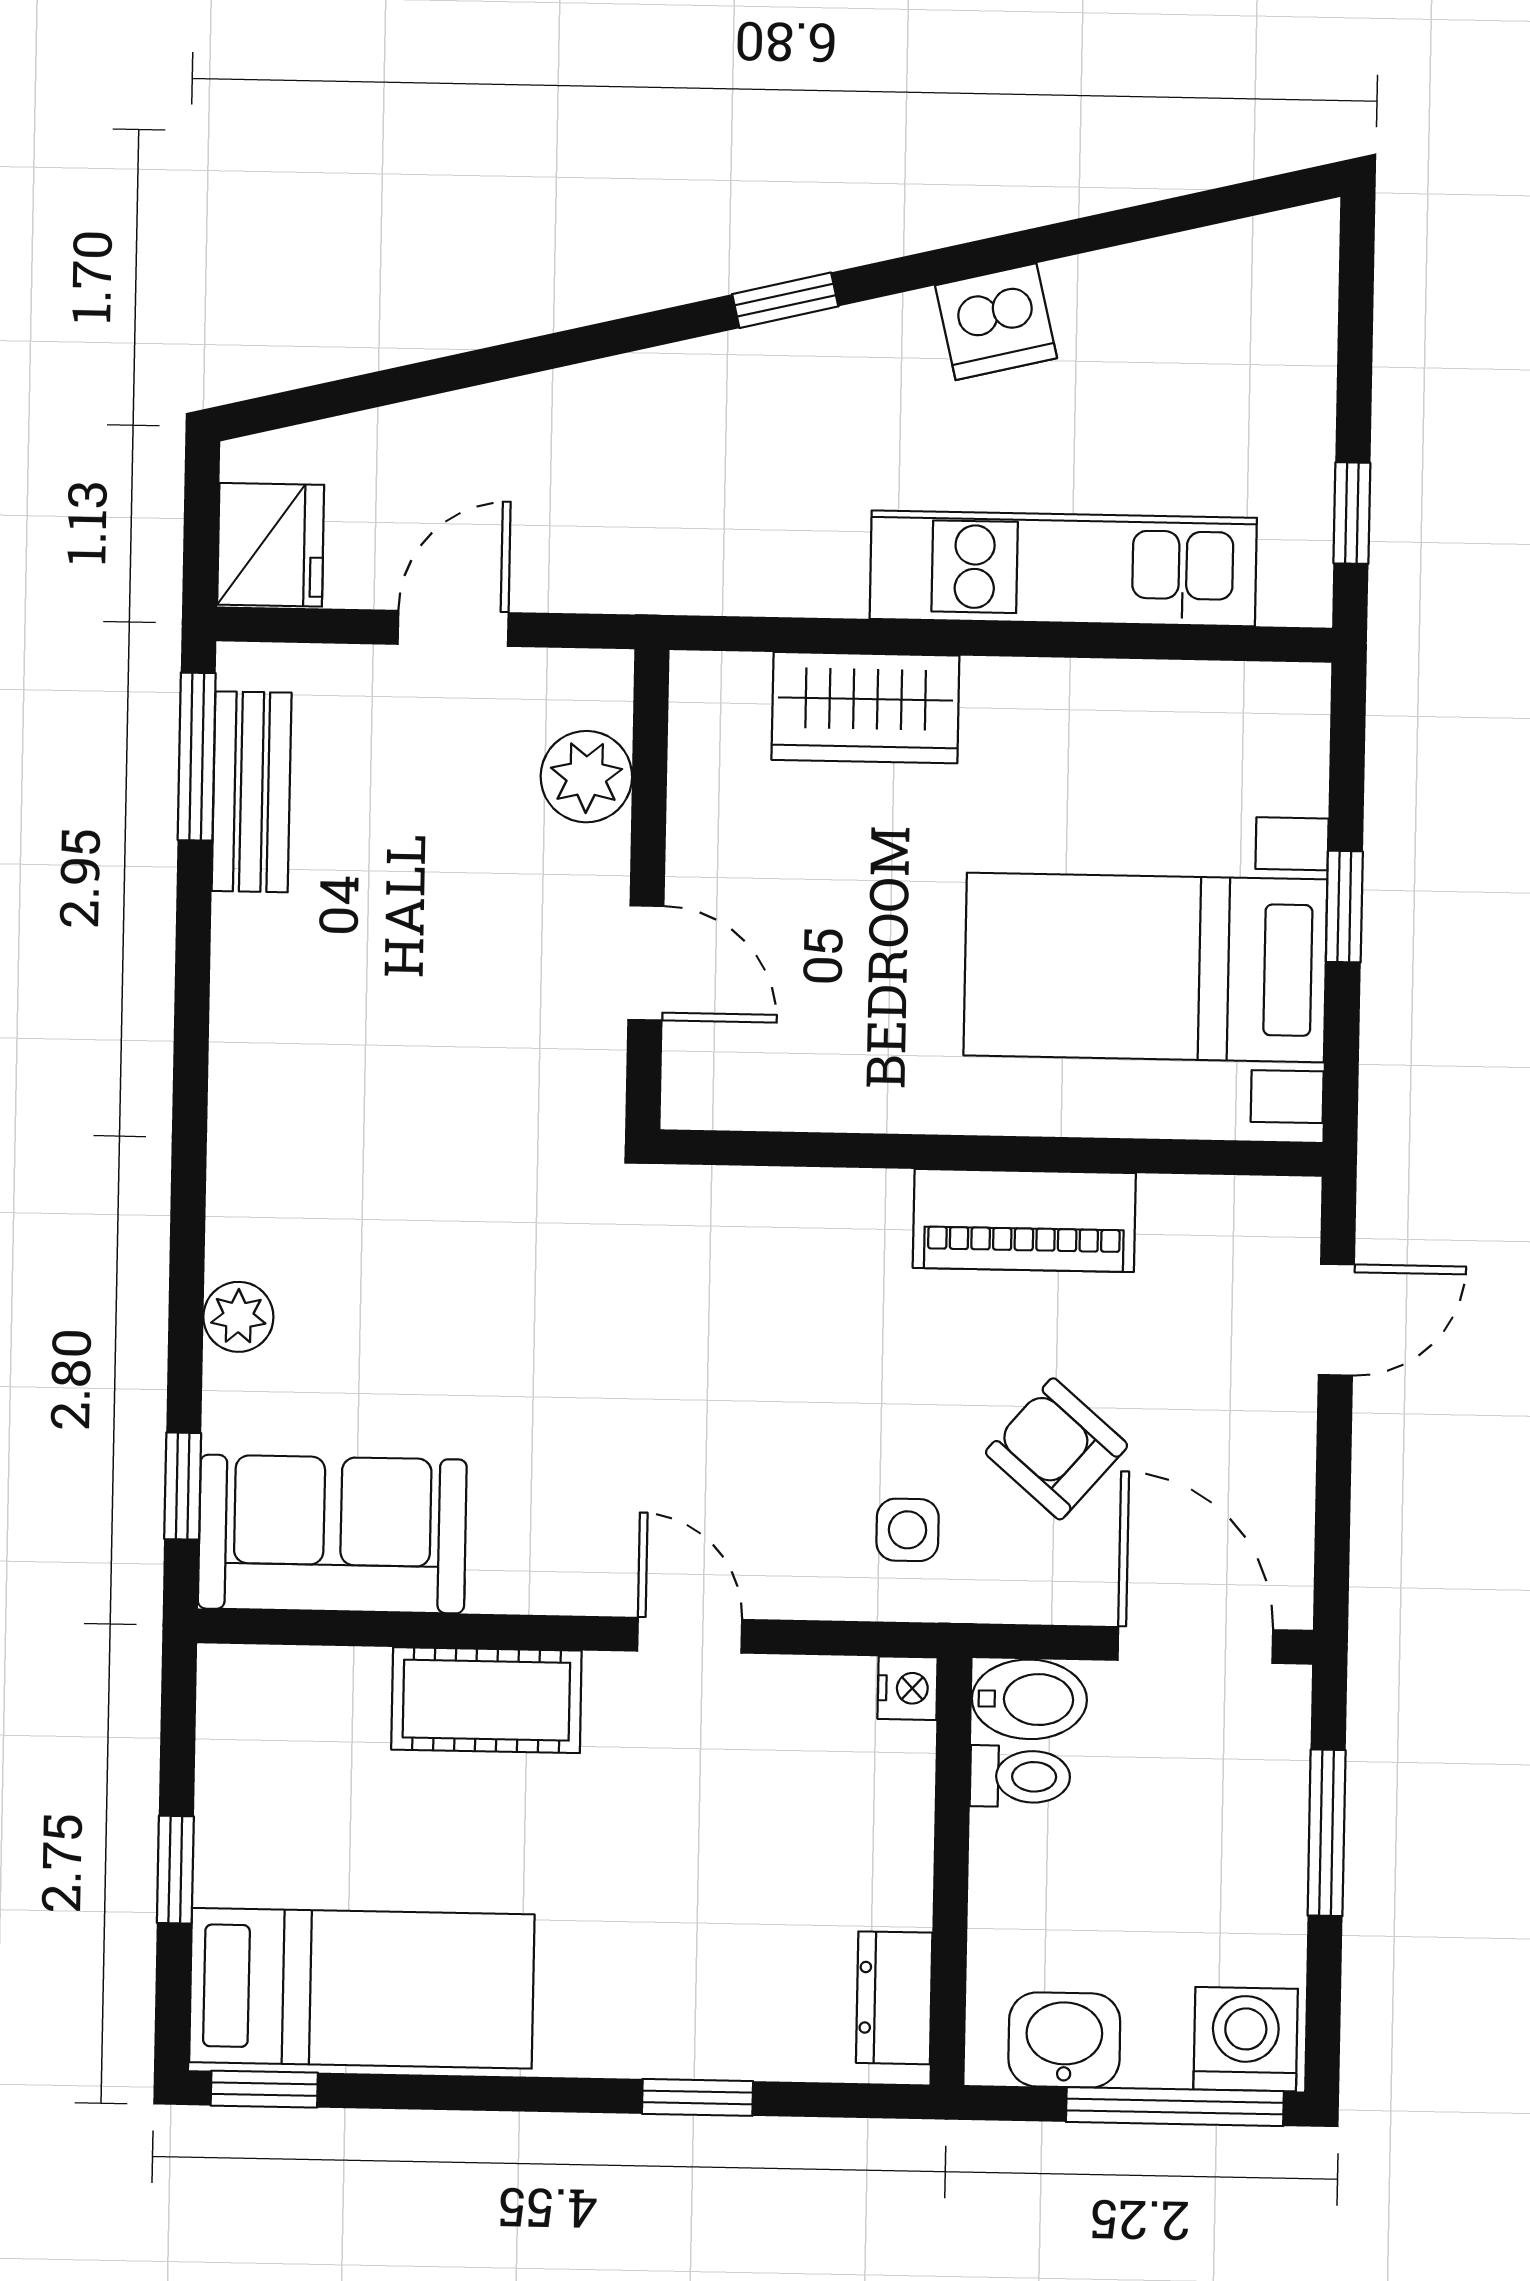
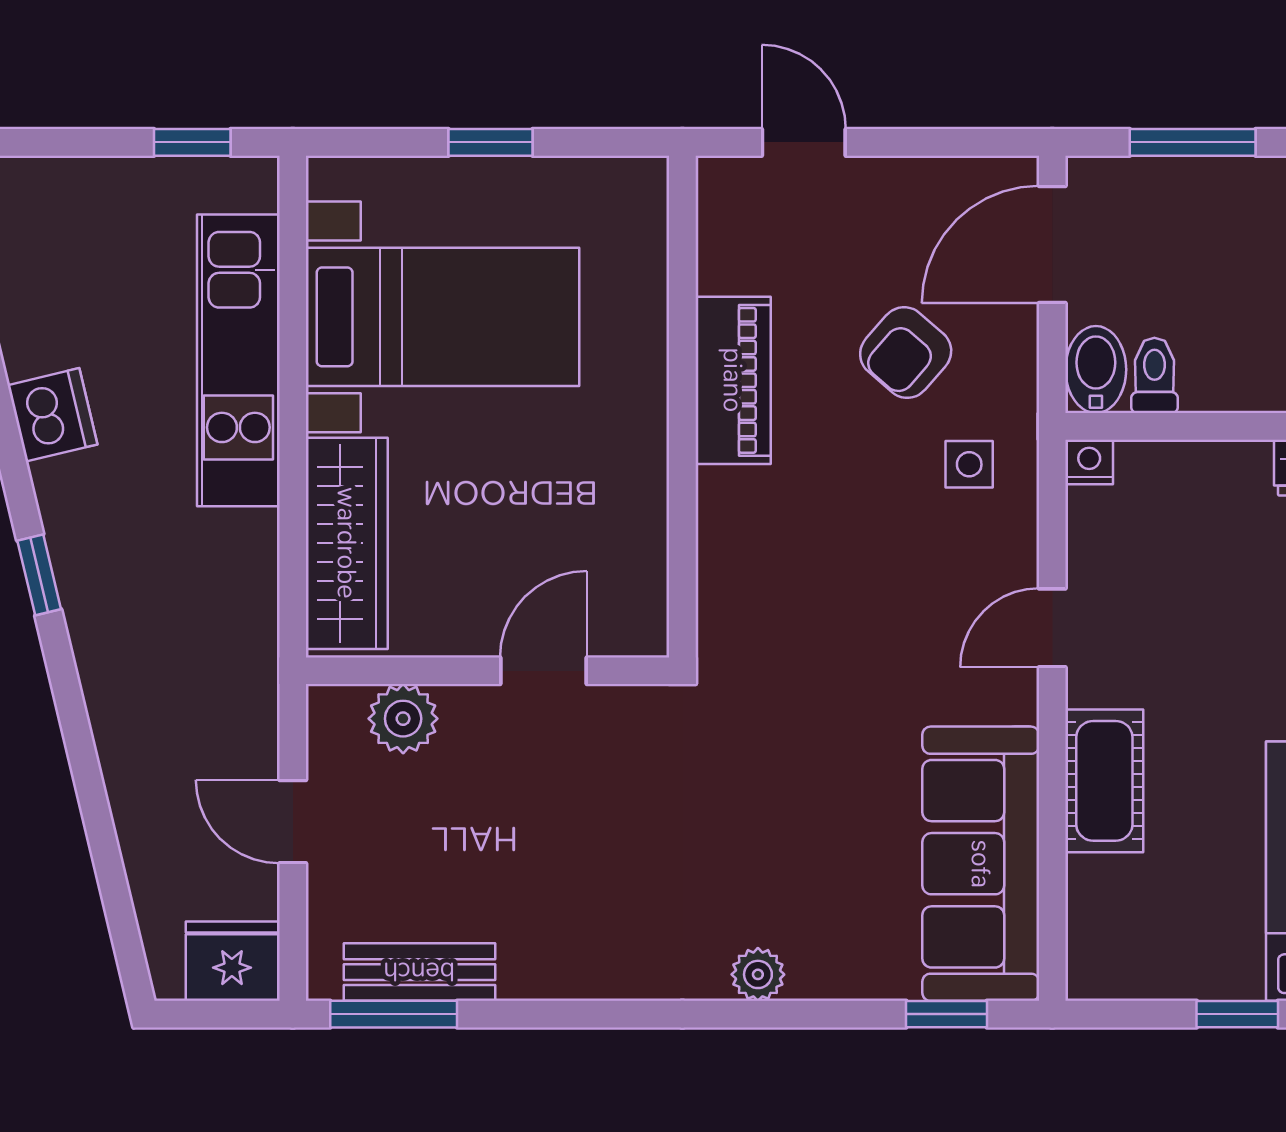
wardrobe: (865, 708) -> (347, 543), width x1.50
bed with nightstands: (1145, 967) -> (443, 317), moved, turned -90
plant: (238, 1317) -> (758, 974), moved
sofa: (332, 1534) -> (981, 864), width x1.36

